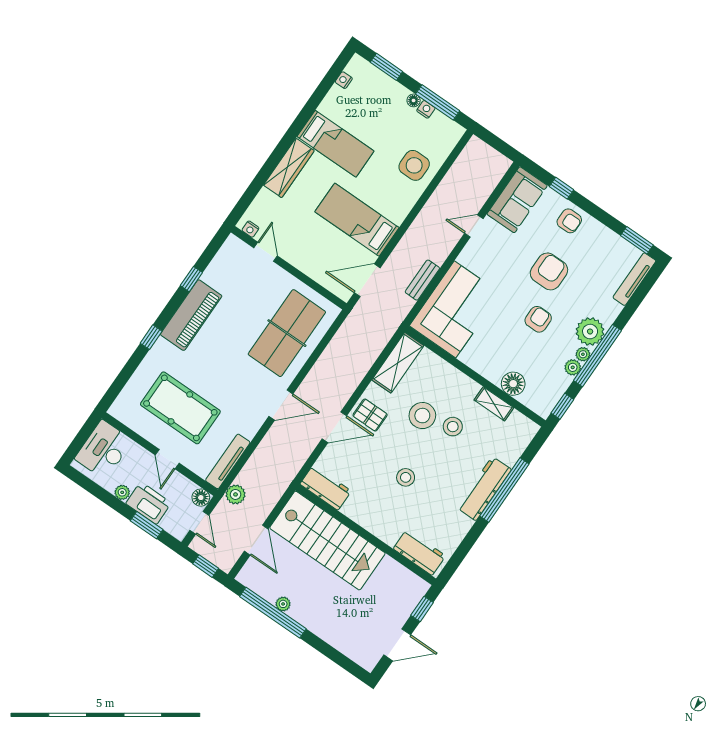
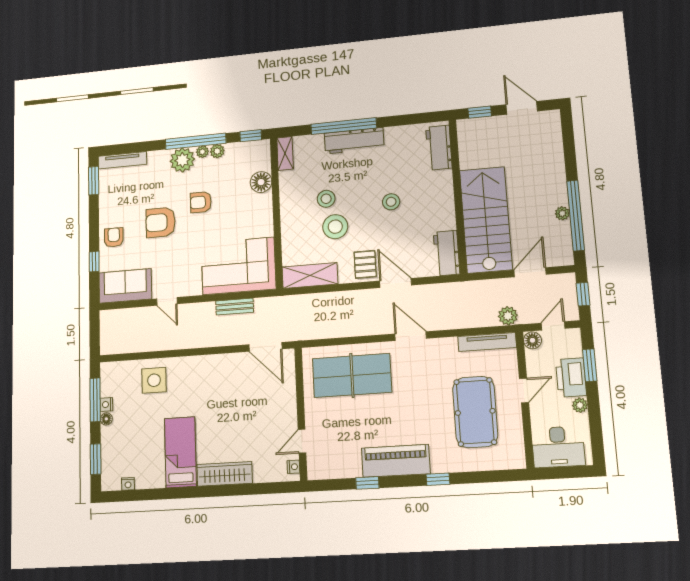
bed: (357, 220) -> (226, 391), removed
shelving: (494, 404) -> (285, 154), moved

